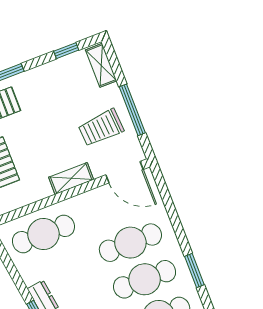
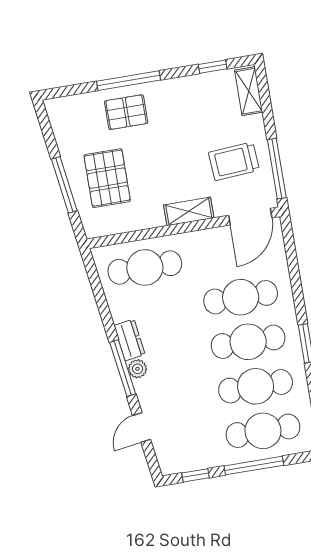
window: (132, 110) -> (277, 169), moved
door: (124, 172) -> (250, 217), hinge flipped

